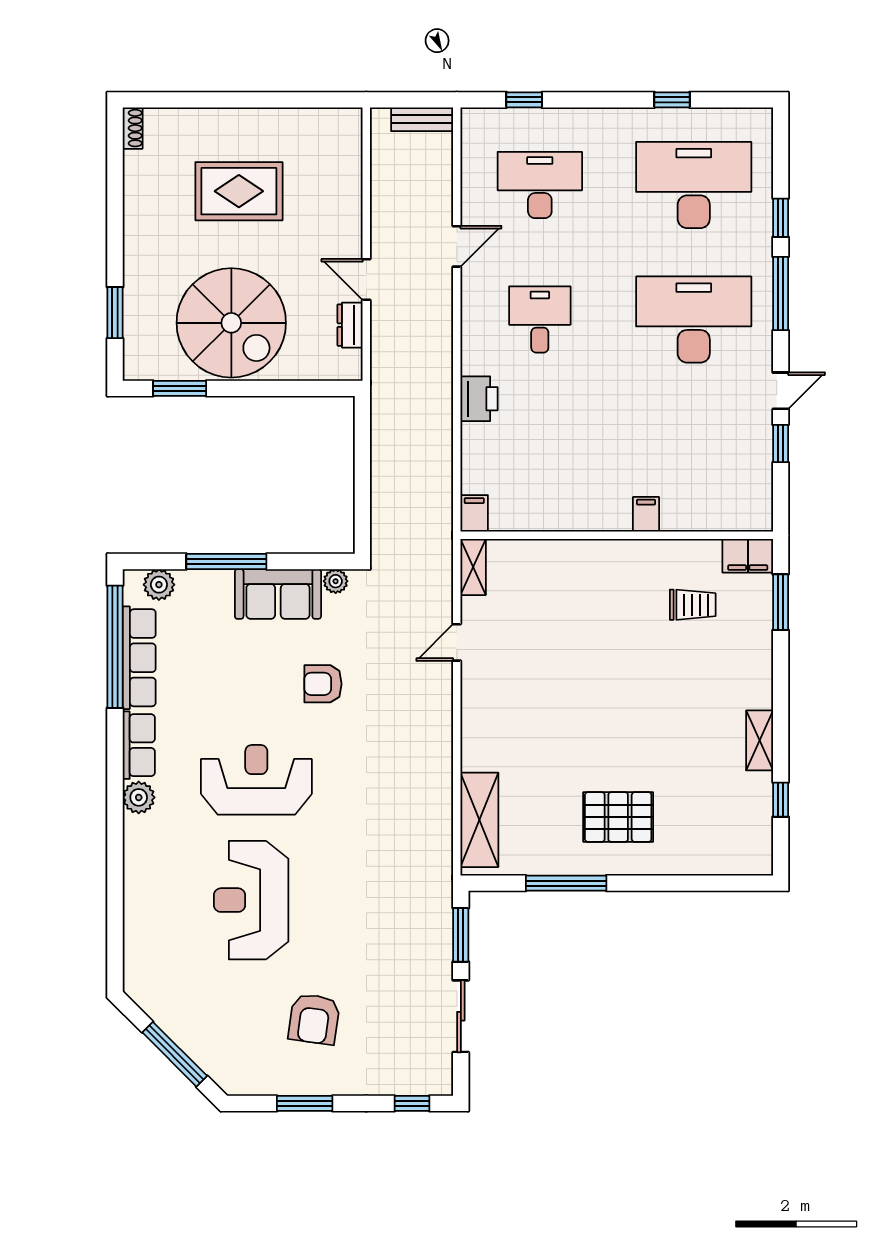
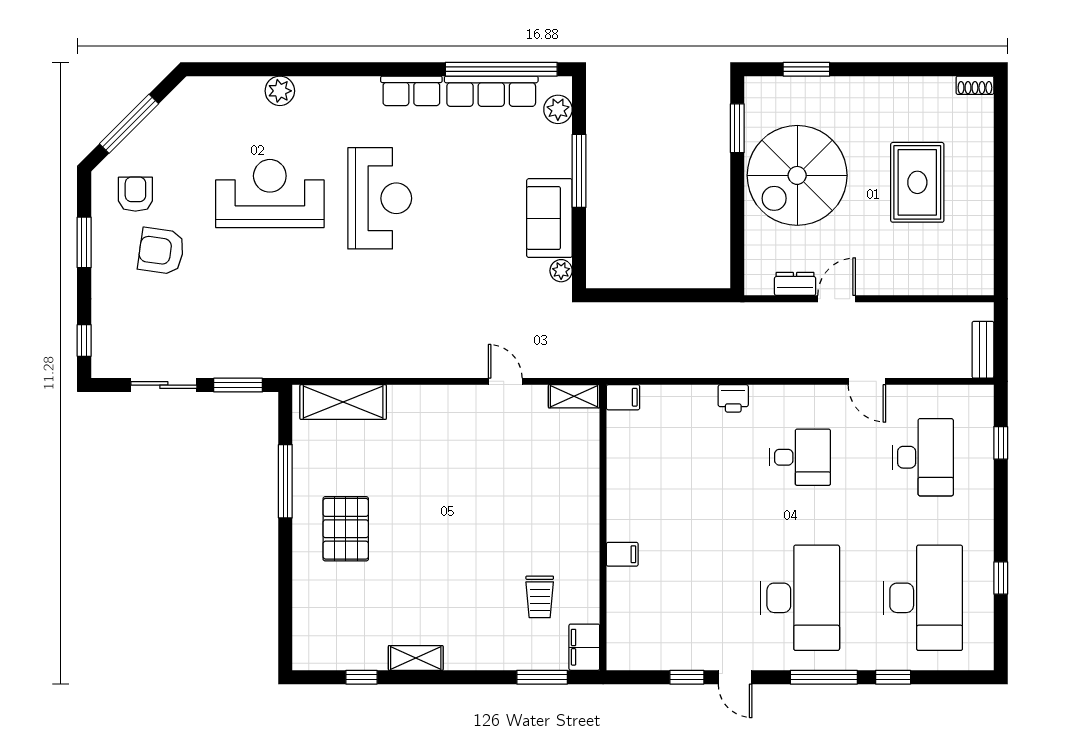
printer: (479, 399) -> (733, 398), width x0.73, depth x0.81
armchair: (323, 684) -> (135, 194), moved
plant: (139, 797) -> (280, 91), moved

